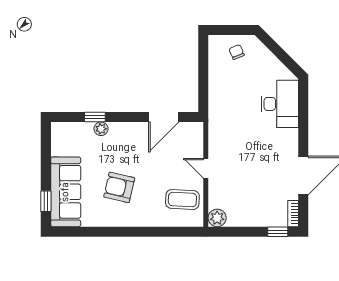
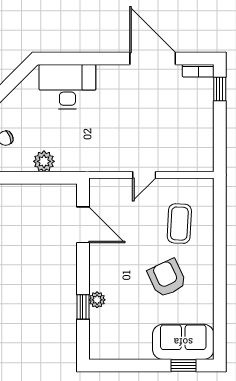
armchair: (119, 187) -> (167, 278), turned 142
sofa: (66, 192) -> (183, 342), width x0.73
coffee table: (182, 200) -> (179, 224), moved
plant: (217, 218) -> (44, 161), moved

